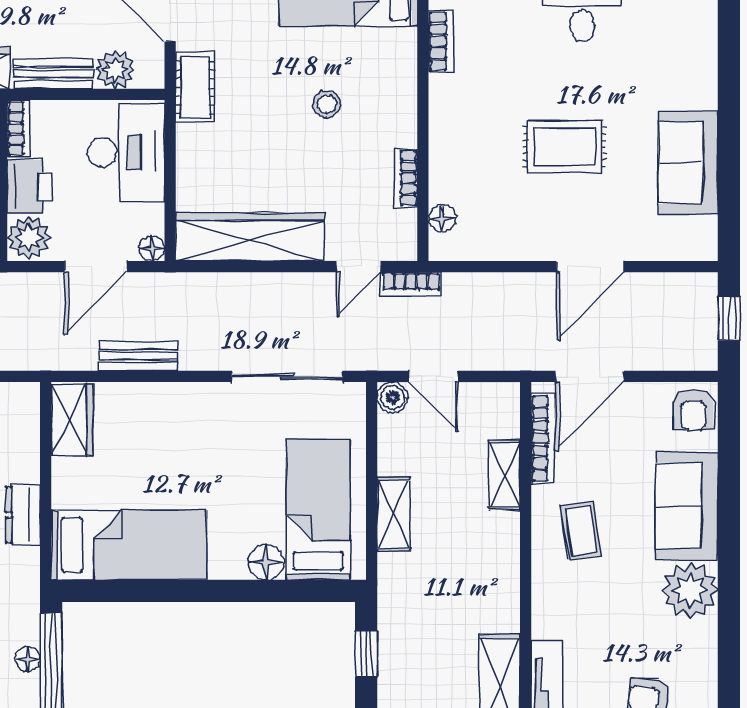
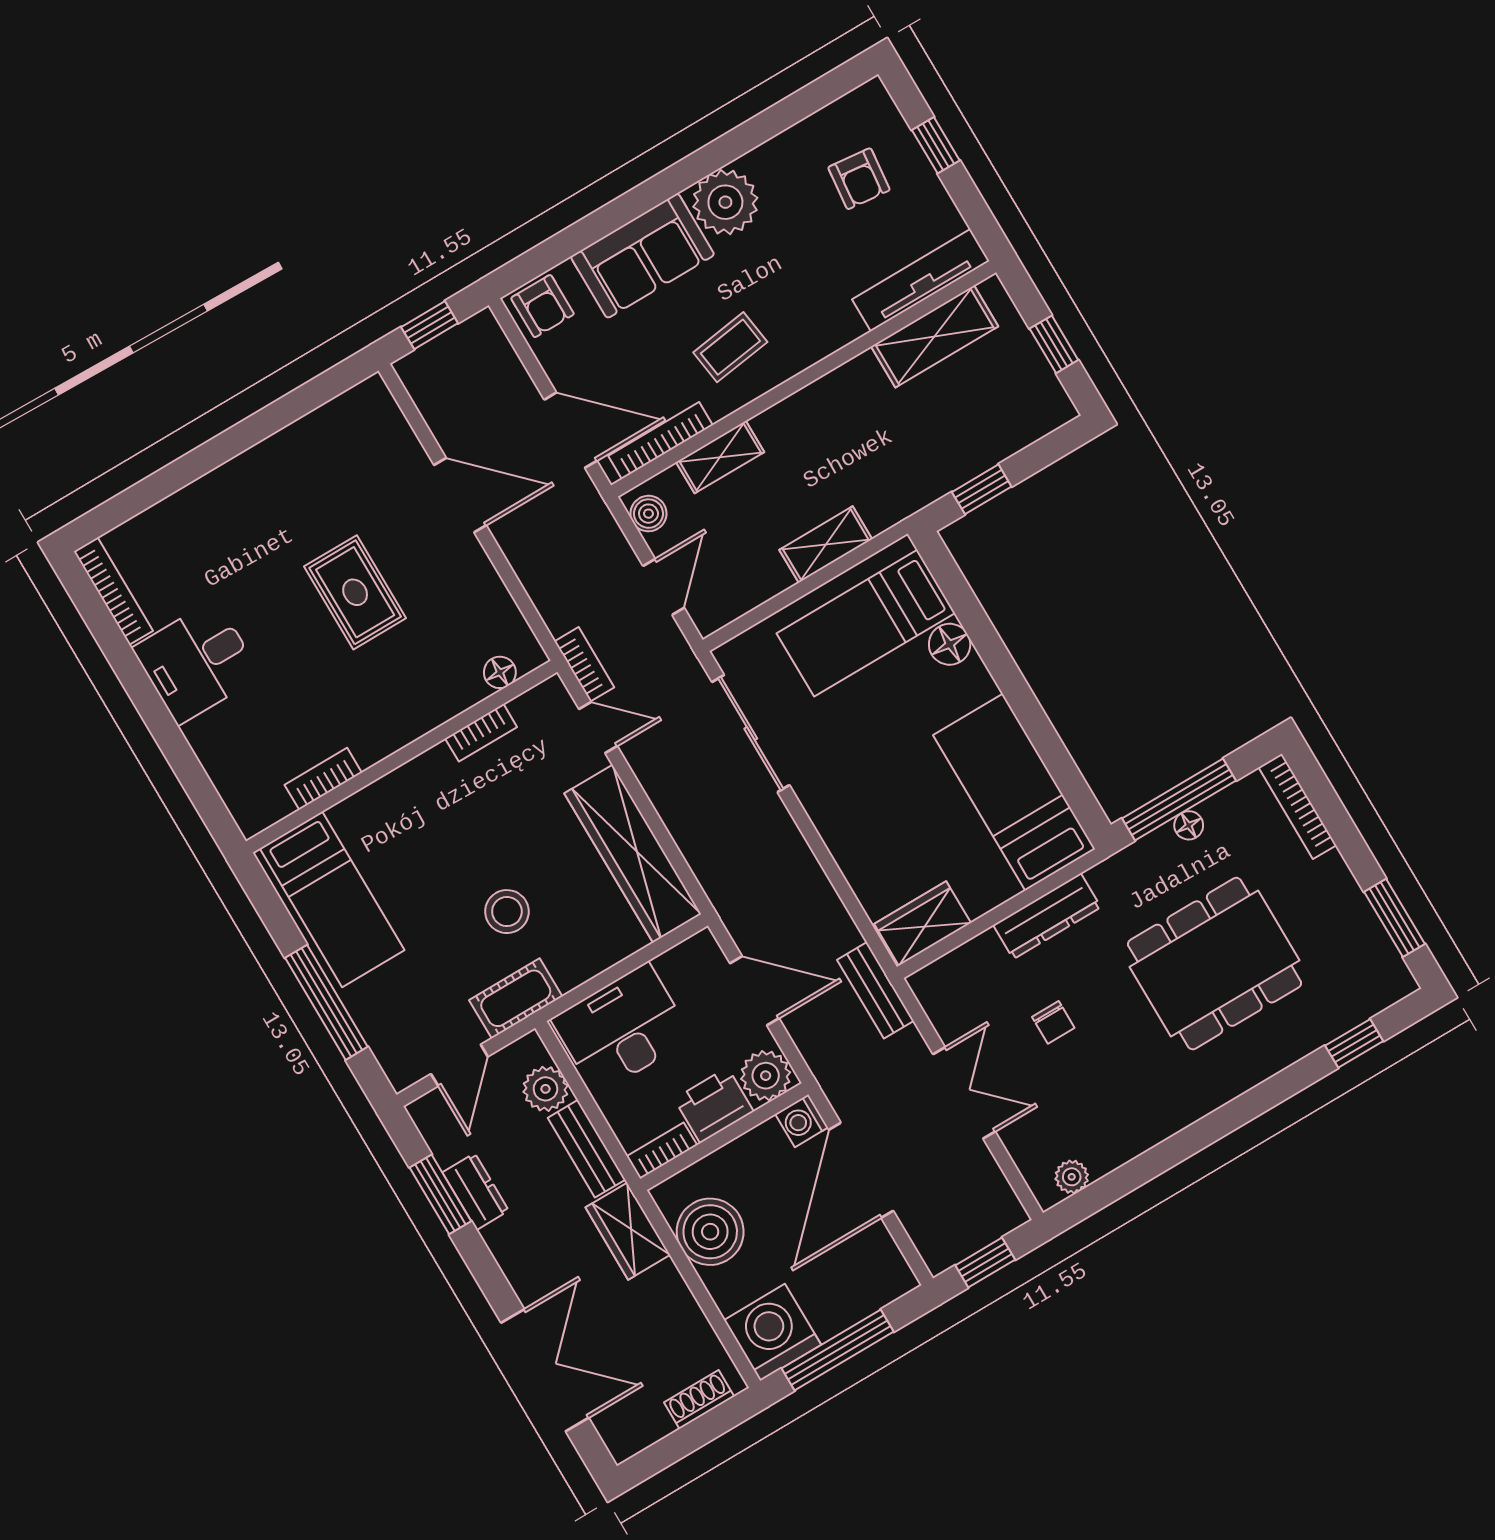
stool: (327, 104) -> (507, 912), moved, width x1.37, depth x1.37
sofa: (688, 163) -> (298, 459), removed
floor lamp: (152, 248) -> (703, 945), removed
bench: (138, 356) -> (875, 990), moved
boiler: (393, 397) -> (648, 514), moved
armchair: (693, 410) -> (543, 306), turned 90
dresser: (23, 515) -> (1047, 916), width x1.44

